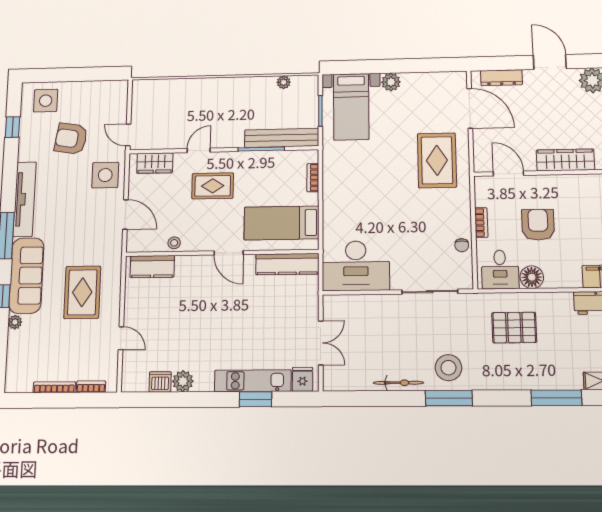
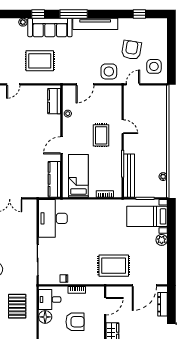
side table: (46, 101) -> (154, 66), moved
wardrobe: (155, 163) -> (116, 101), removed

